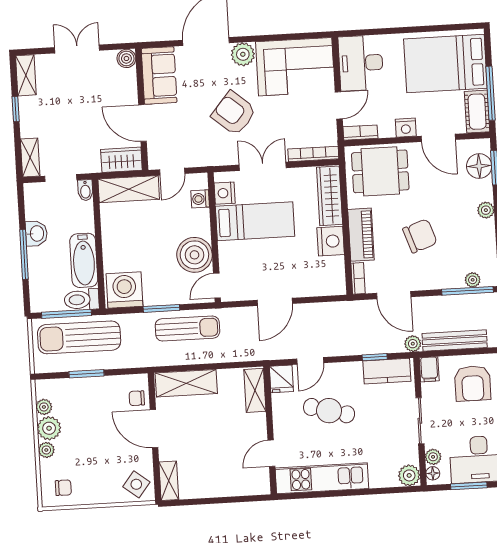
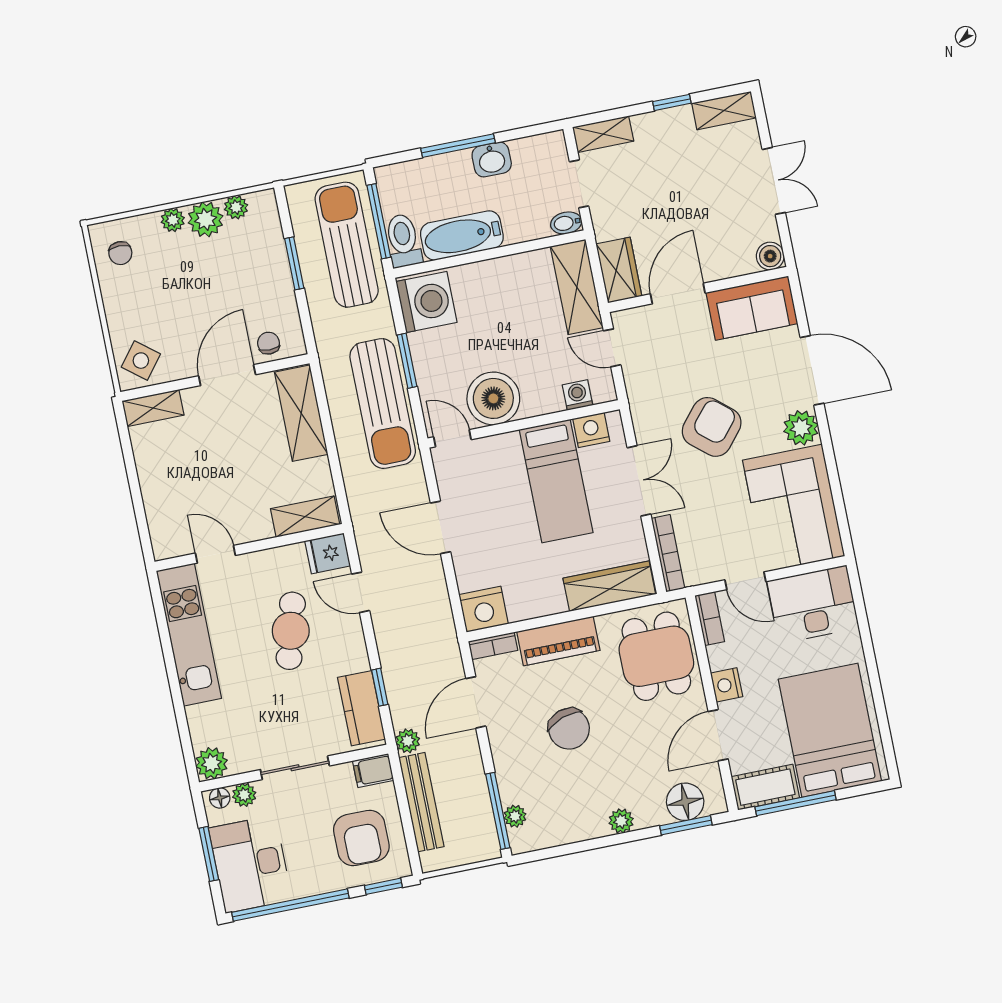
nightstand: (331, 241) -> (484, 609), moved
sun lounger: (187, 328) -> (383, 404), width x1.36, depth x1.34
armchair: (473, 383) -> (361, 838), turned -90

